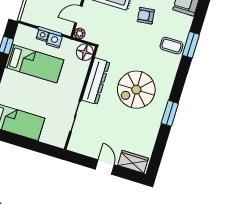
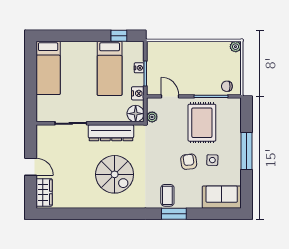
plant: (80, 33) -> (152, 117), moved
nightstand: (54, 41) -> (138, 93), moved
spiral stairs: (136, 90) -> (115, 174), turned 180
window: (170, 113) -> (102, 214), removed
door: (105, 167) -> (31, 167), hinge flipped

